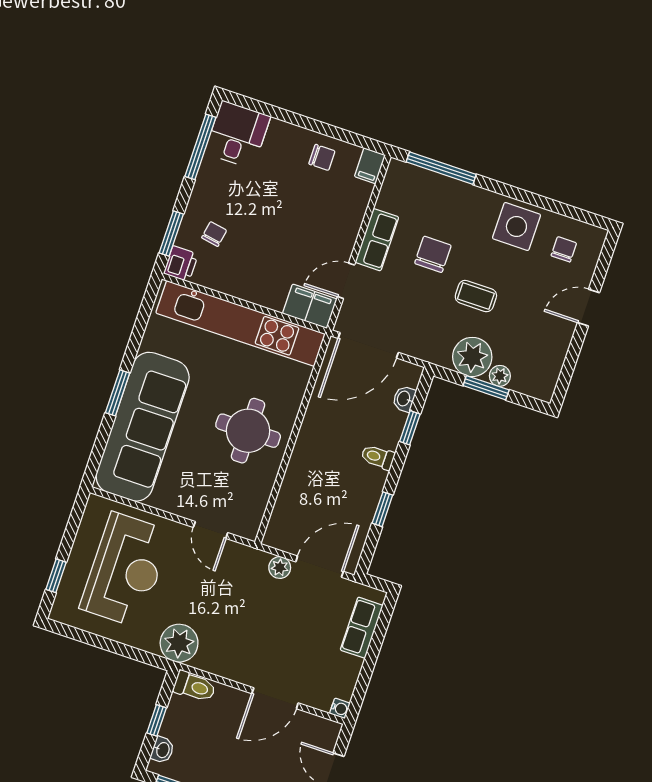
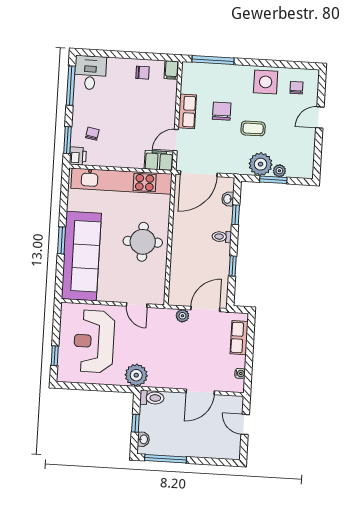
reception desk: (126, 570) -> (94, 341), turned 180
water cooler: (340, 708) -> (240, 373), moved

